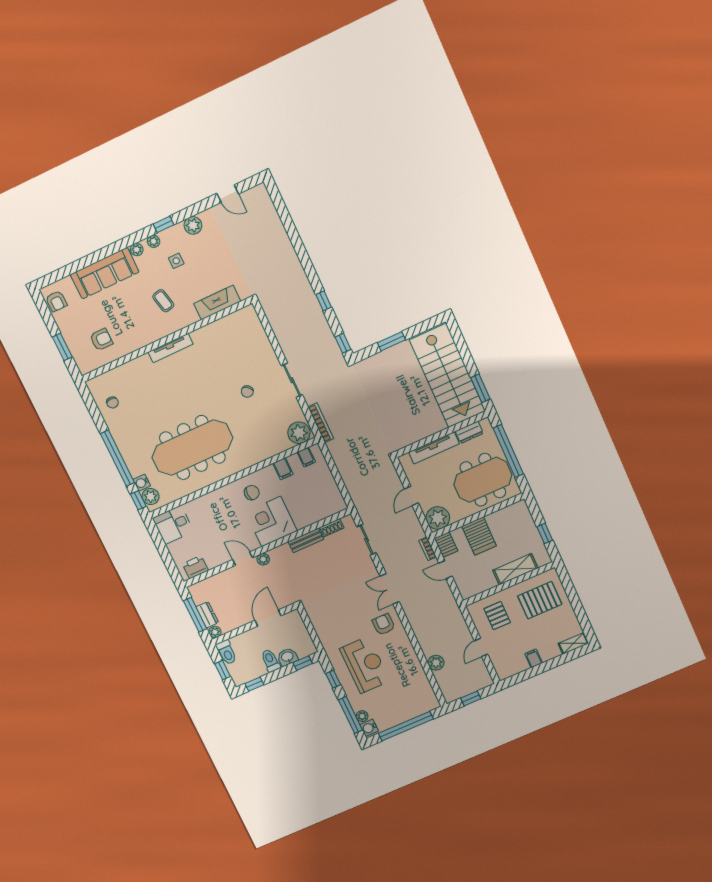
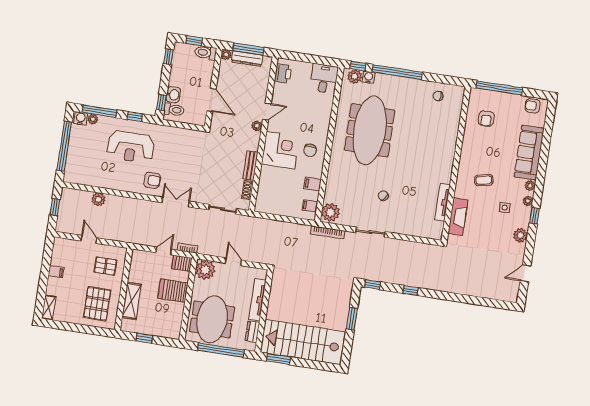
window: (62, 347) -> (499, 88), width x2.11
tv unit: (171, 348) -> (442, 202), moved
dresser: (207, 615) -> (247, 59), width x1.44
toilet: (270, 661) -> (174, 110), moved

